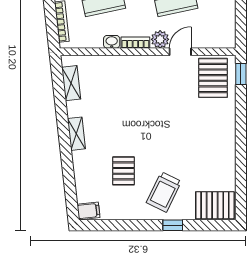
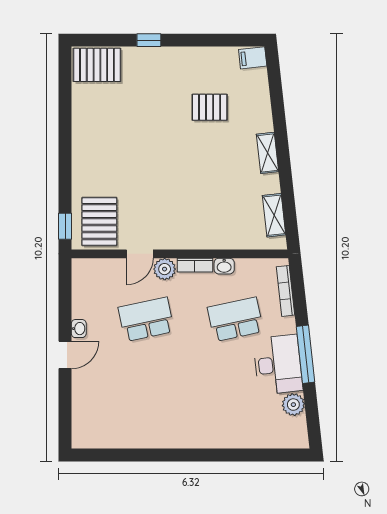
pallet: (123, 171) -> (210, 107), turned 90
trolley: (164, 192) -> (160, 81), removed

